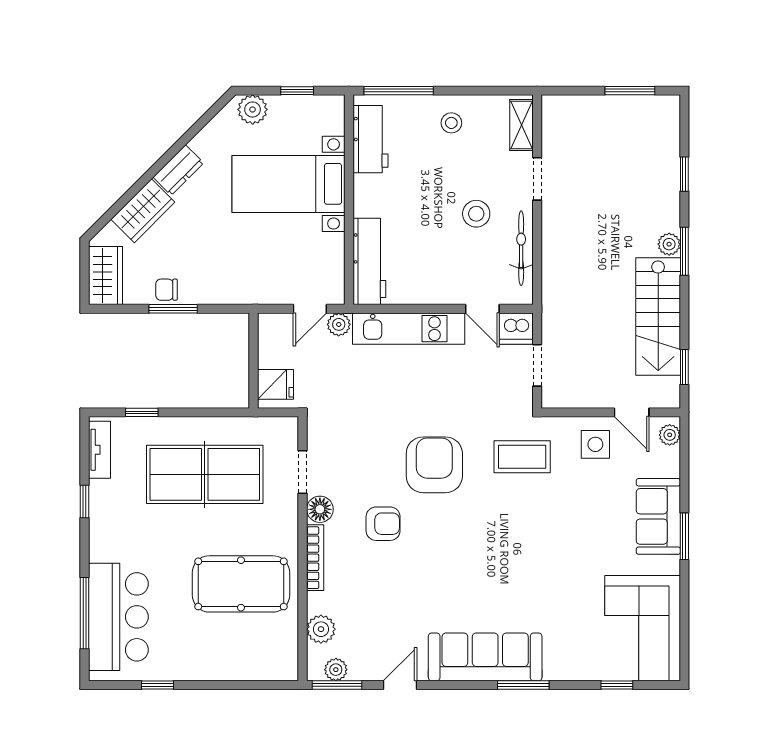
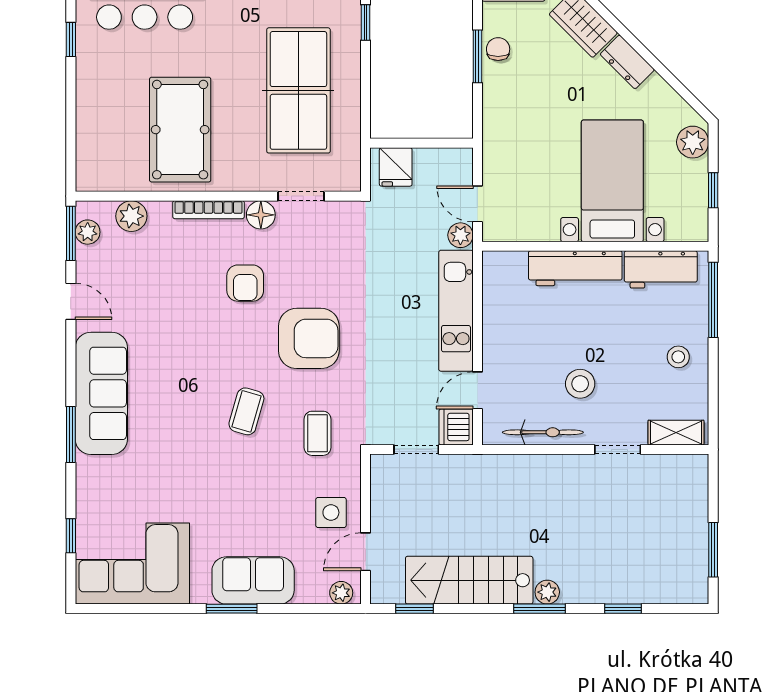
workbench: (369, 261) -> (575, 268), moved
coffee table: (522, 457) -> (318, 433), width x0.73, depth x0.77
coffee table: (502, 523) -> (246, 411), added

